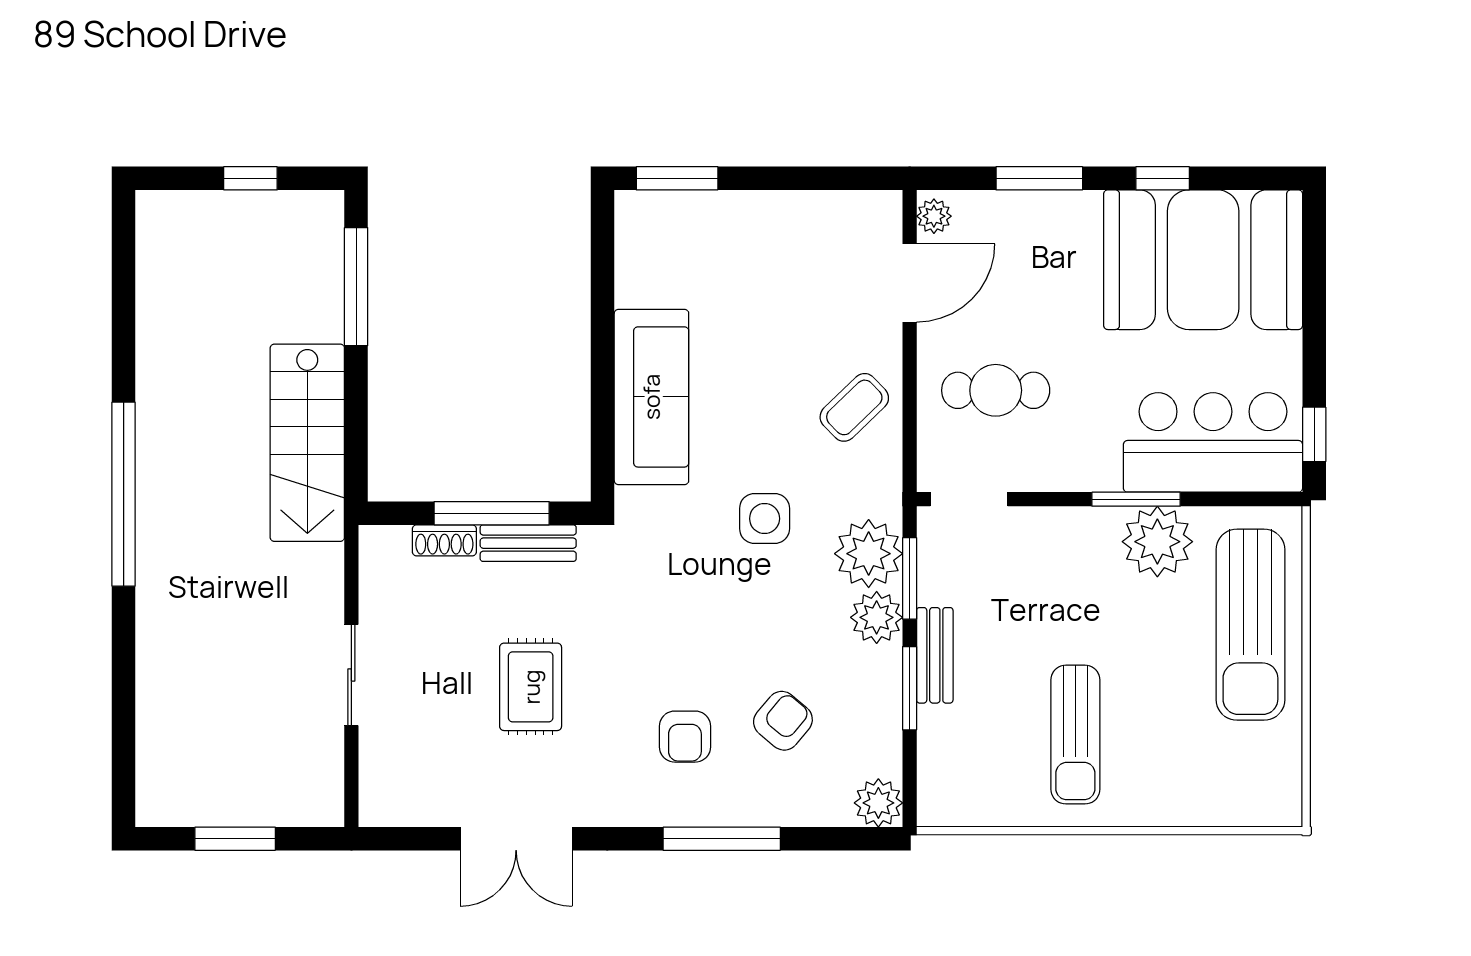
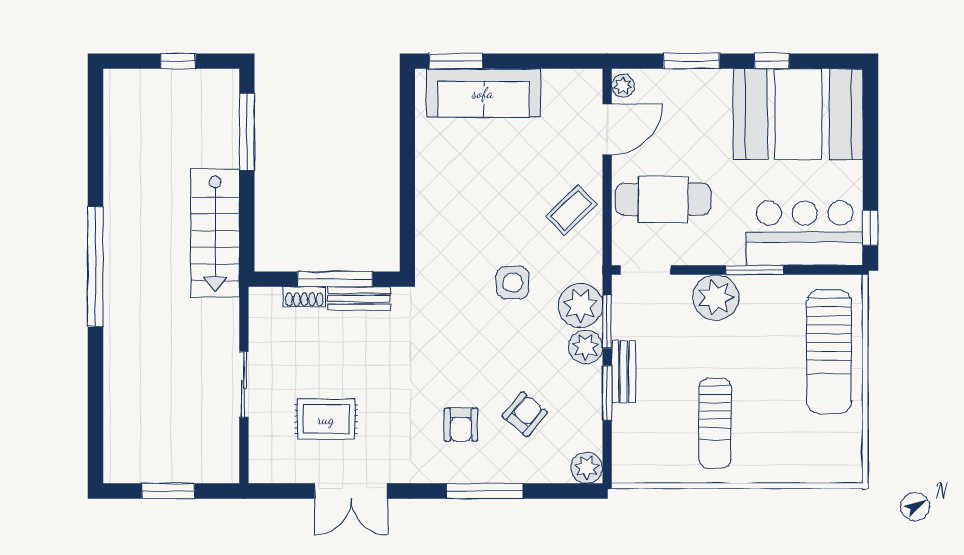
cafe table: (996, 390) -> (663, 199), width x1.37, depth x1.35
sofa: (651, 397) -> (483, 93), moved, turned 90
plant: (1157, 542) -> (716, 298), moved
rug: (531, 687) -> (326, 419), moved, turned 90

